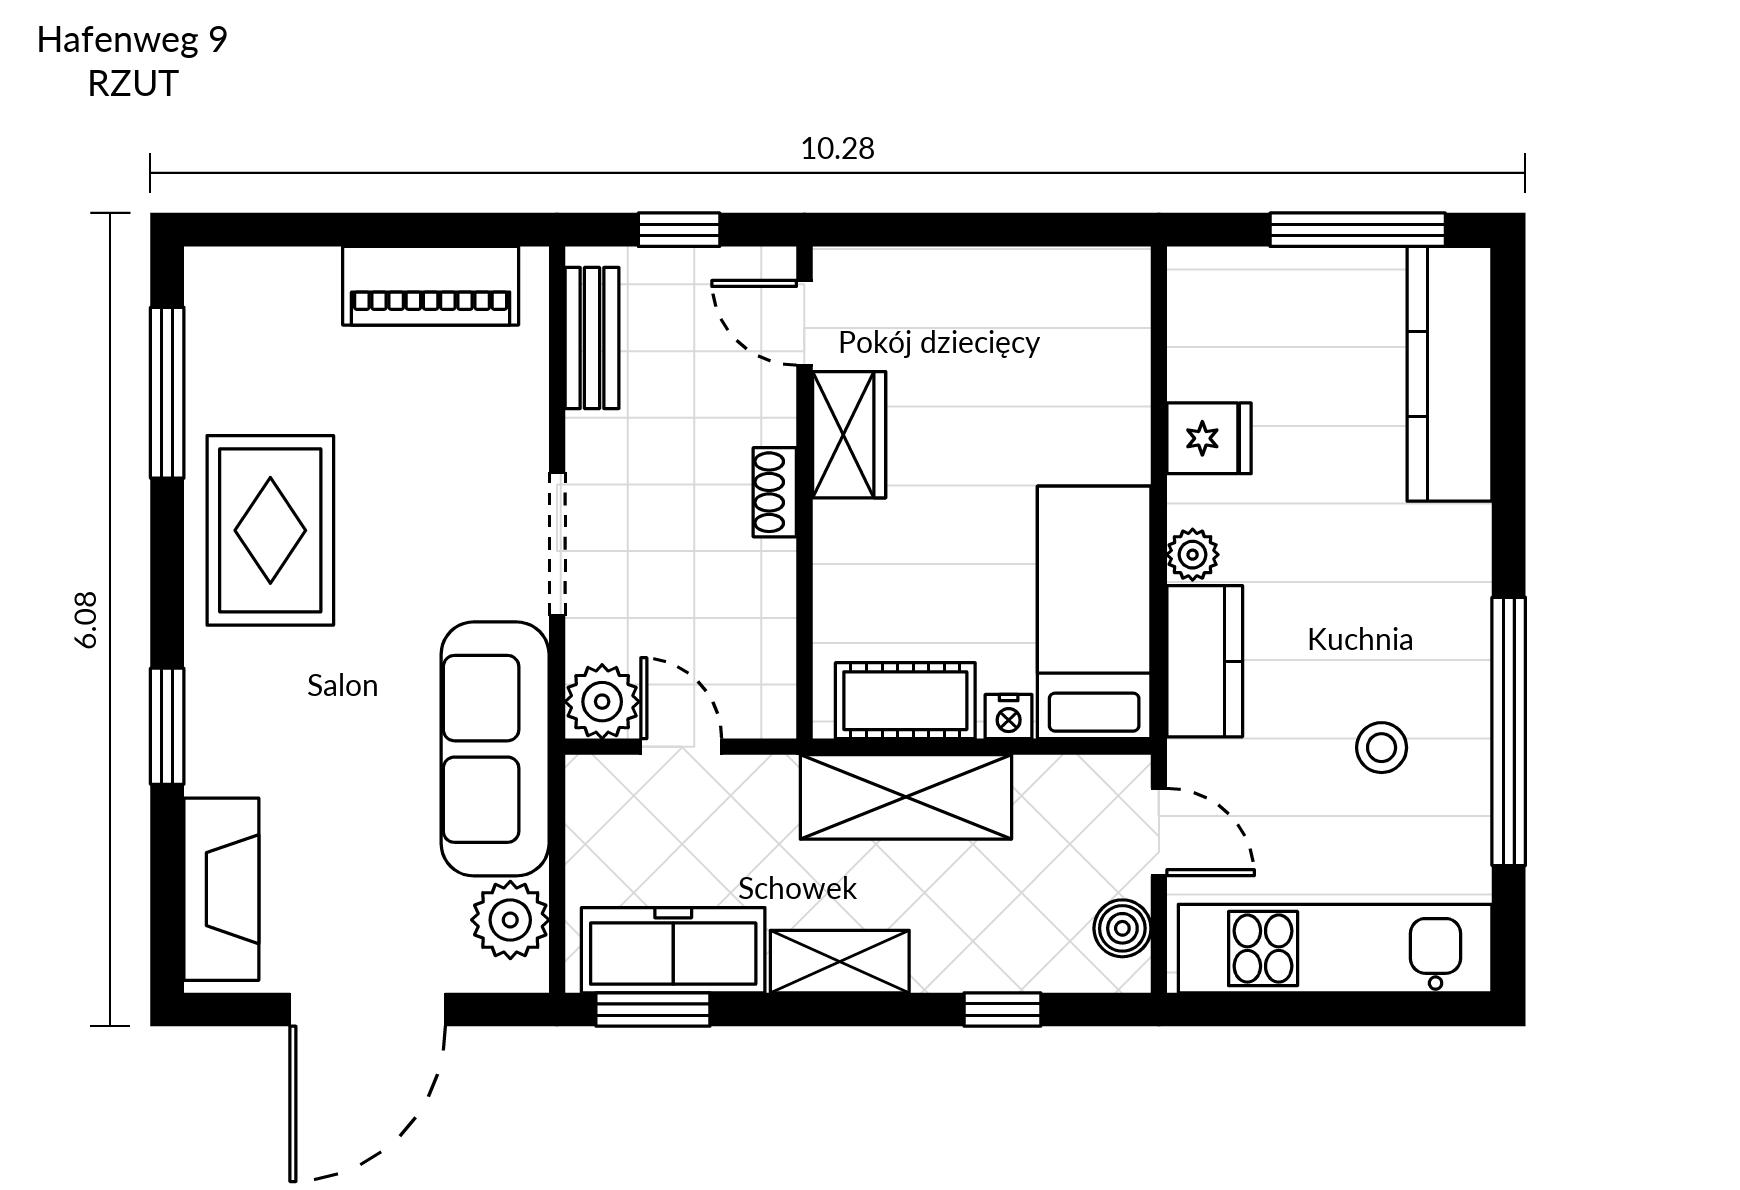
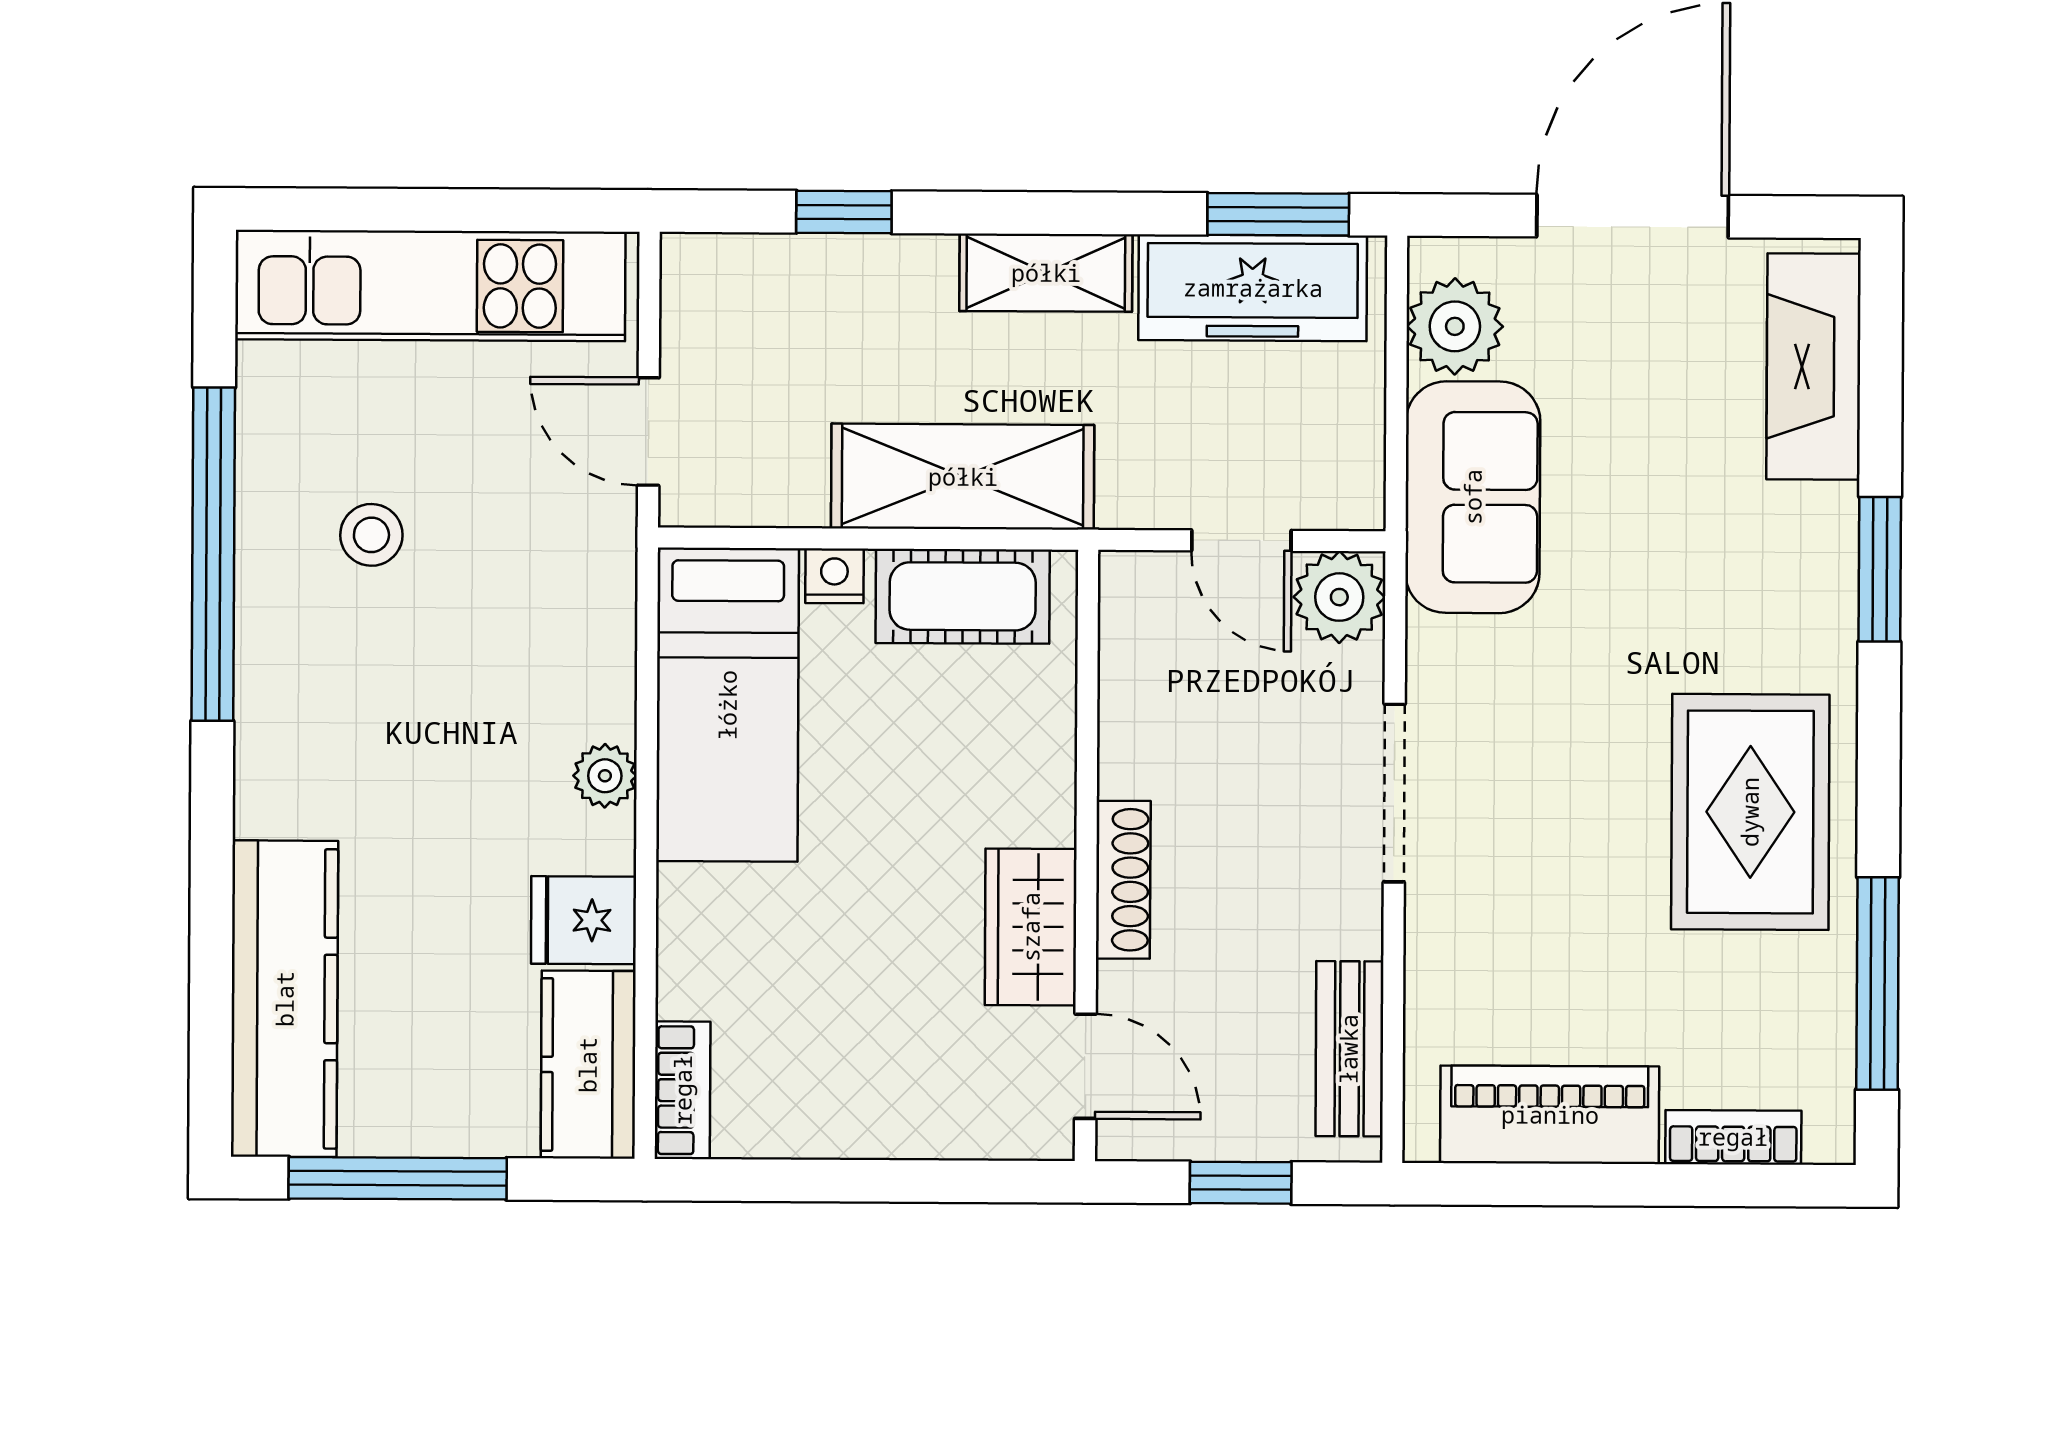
bookcase: (283, 268) -> (1733, 1137), added
bookcase: (1129, 302) -> (683, 1090), added
shoe rack: (775, 492) -> (1123, 880), width x1.43
kitchen counter: (1205, 661) -> (588, 1065), moved
sofa: (495, 749) -> (1473, 497), width x0.73
boiler: (1122, 928) -> (694, 312), removed

